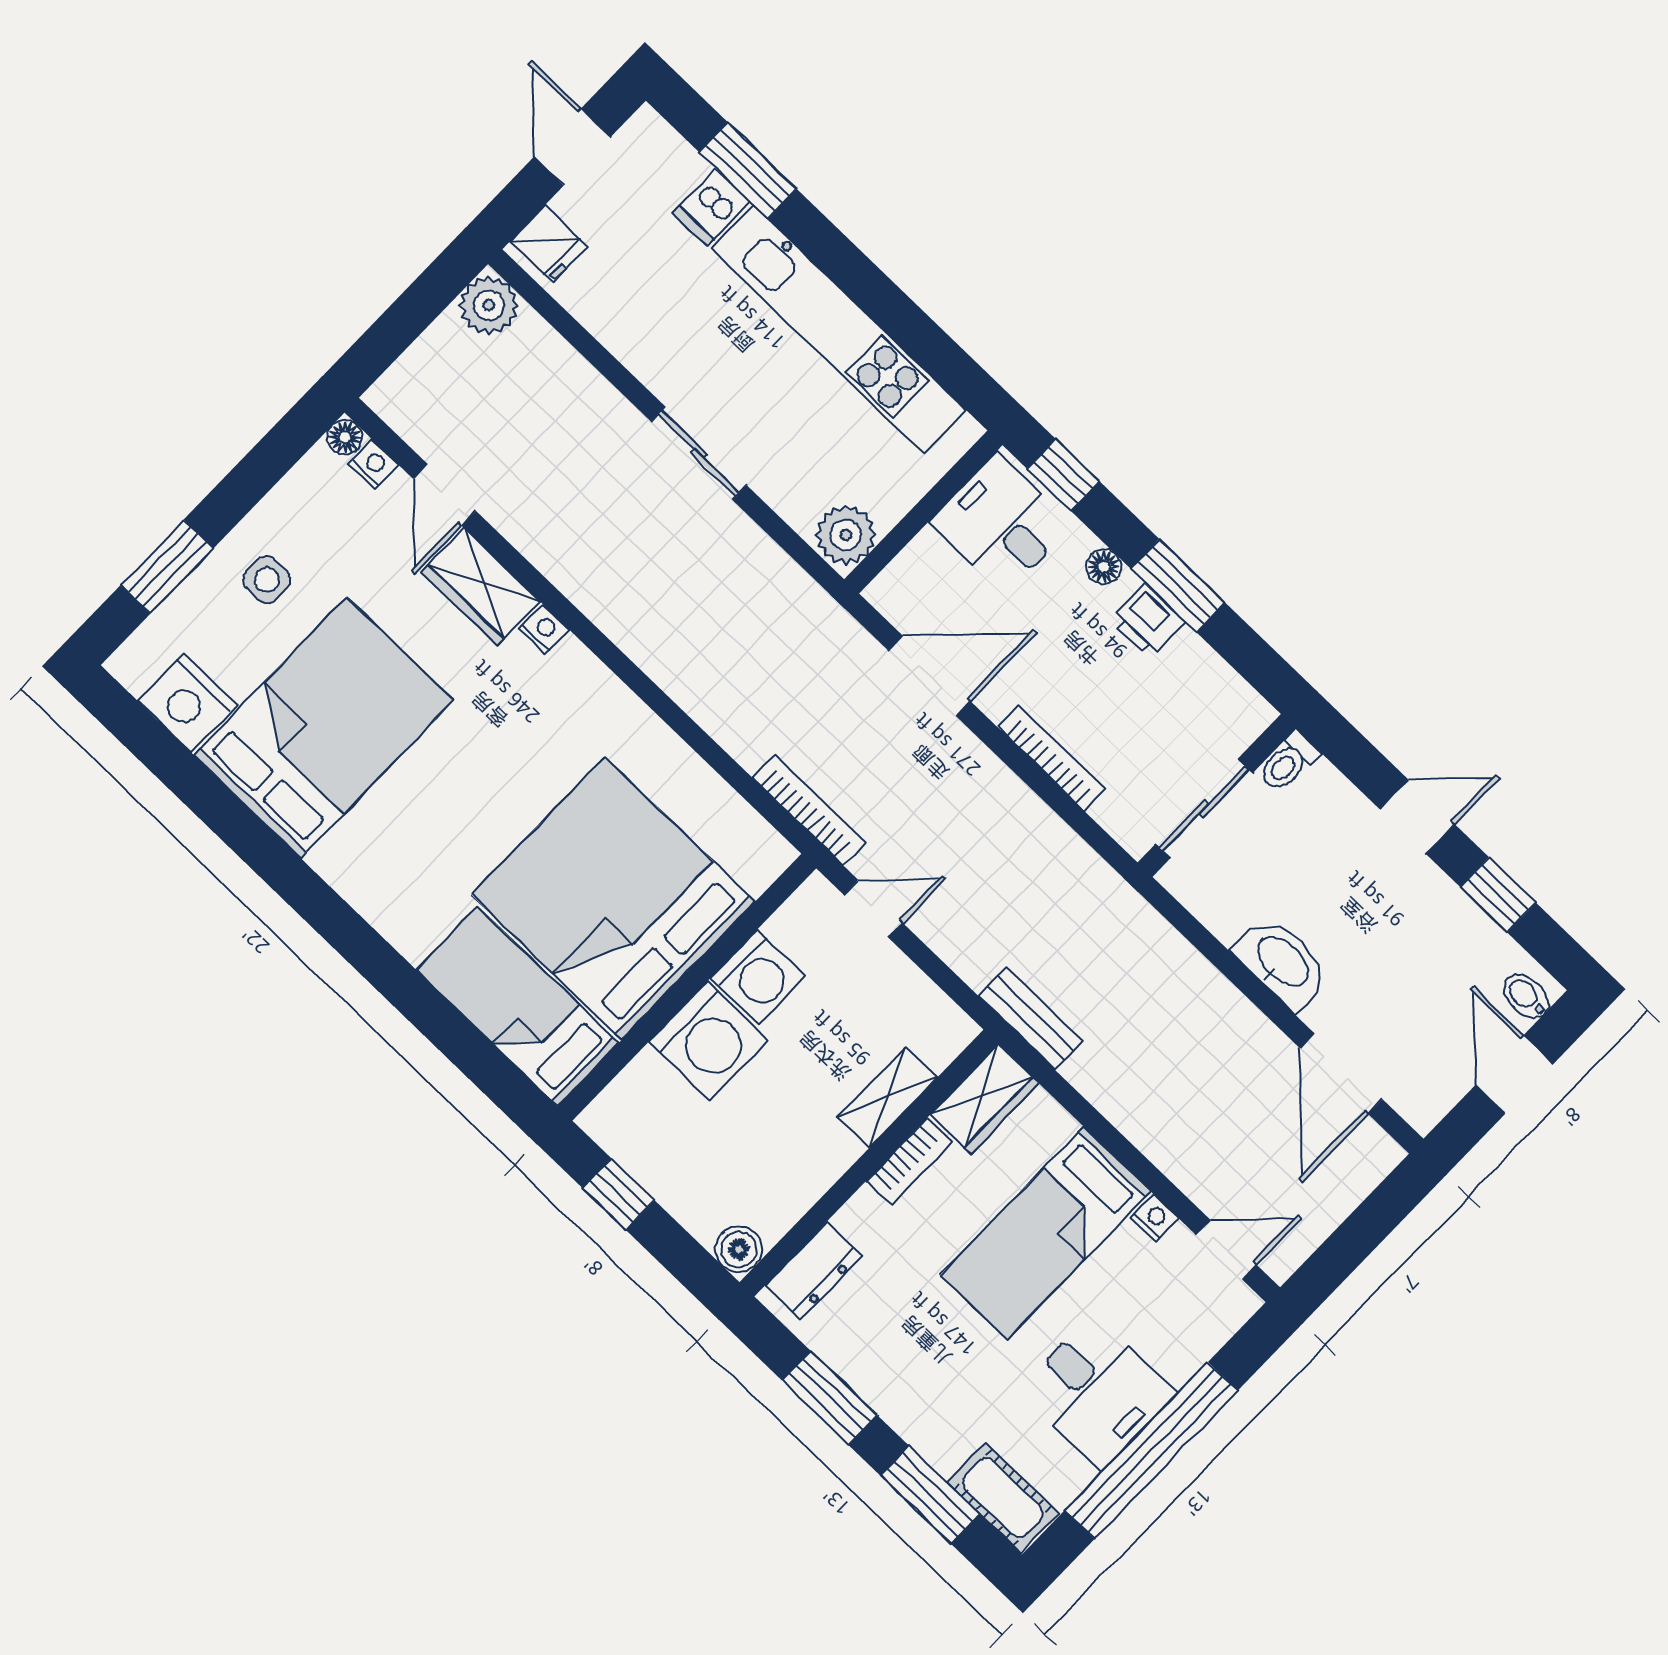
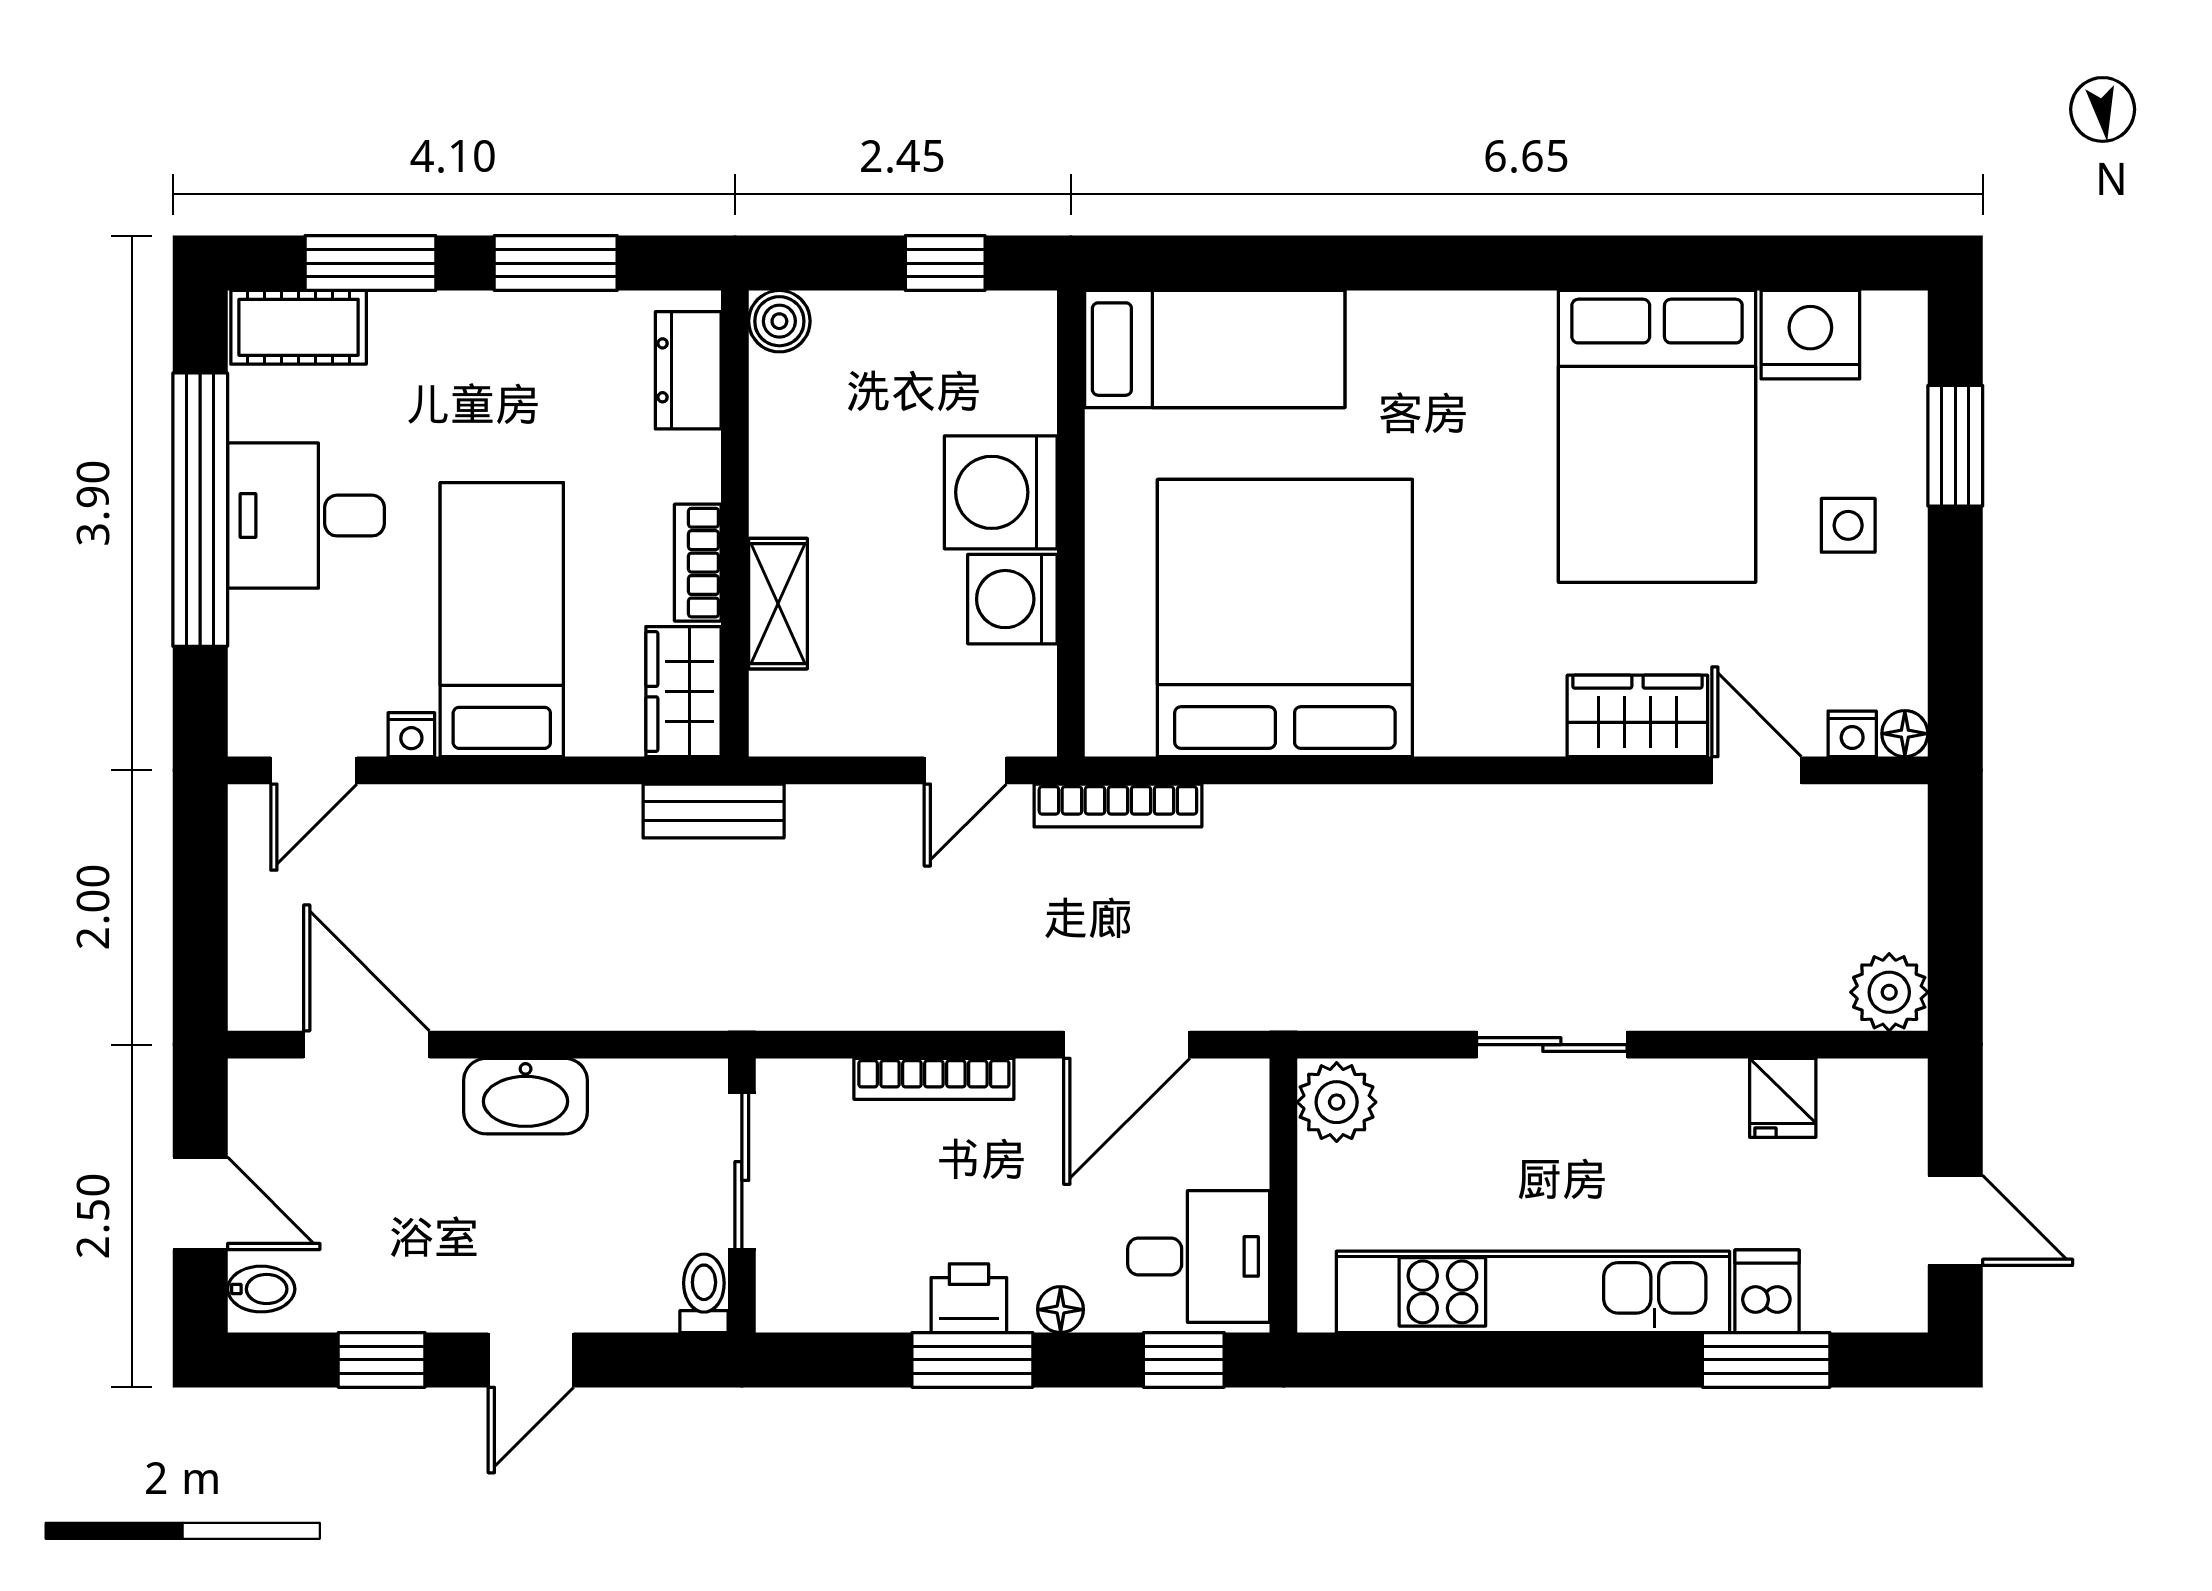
fridge: (549, 244) -> (1783, 1098), moved, turned -90
nightstand: (544, 629) -> (1538, 734), removed
bed: (613, 898) -> (1285, 618), moved, turned -90

